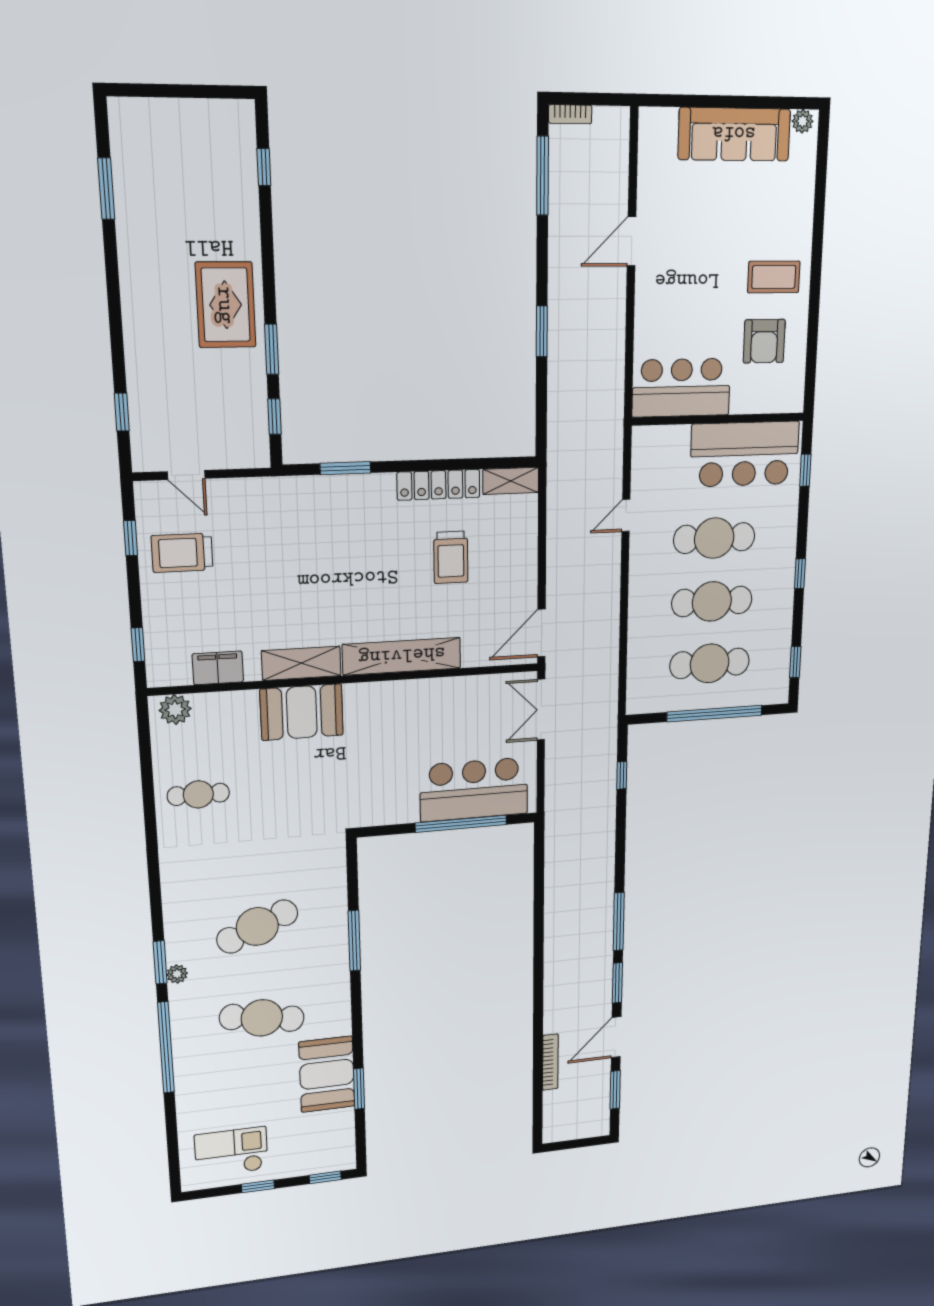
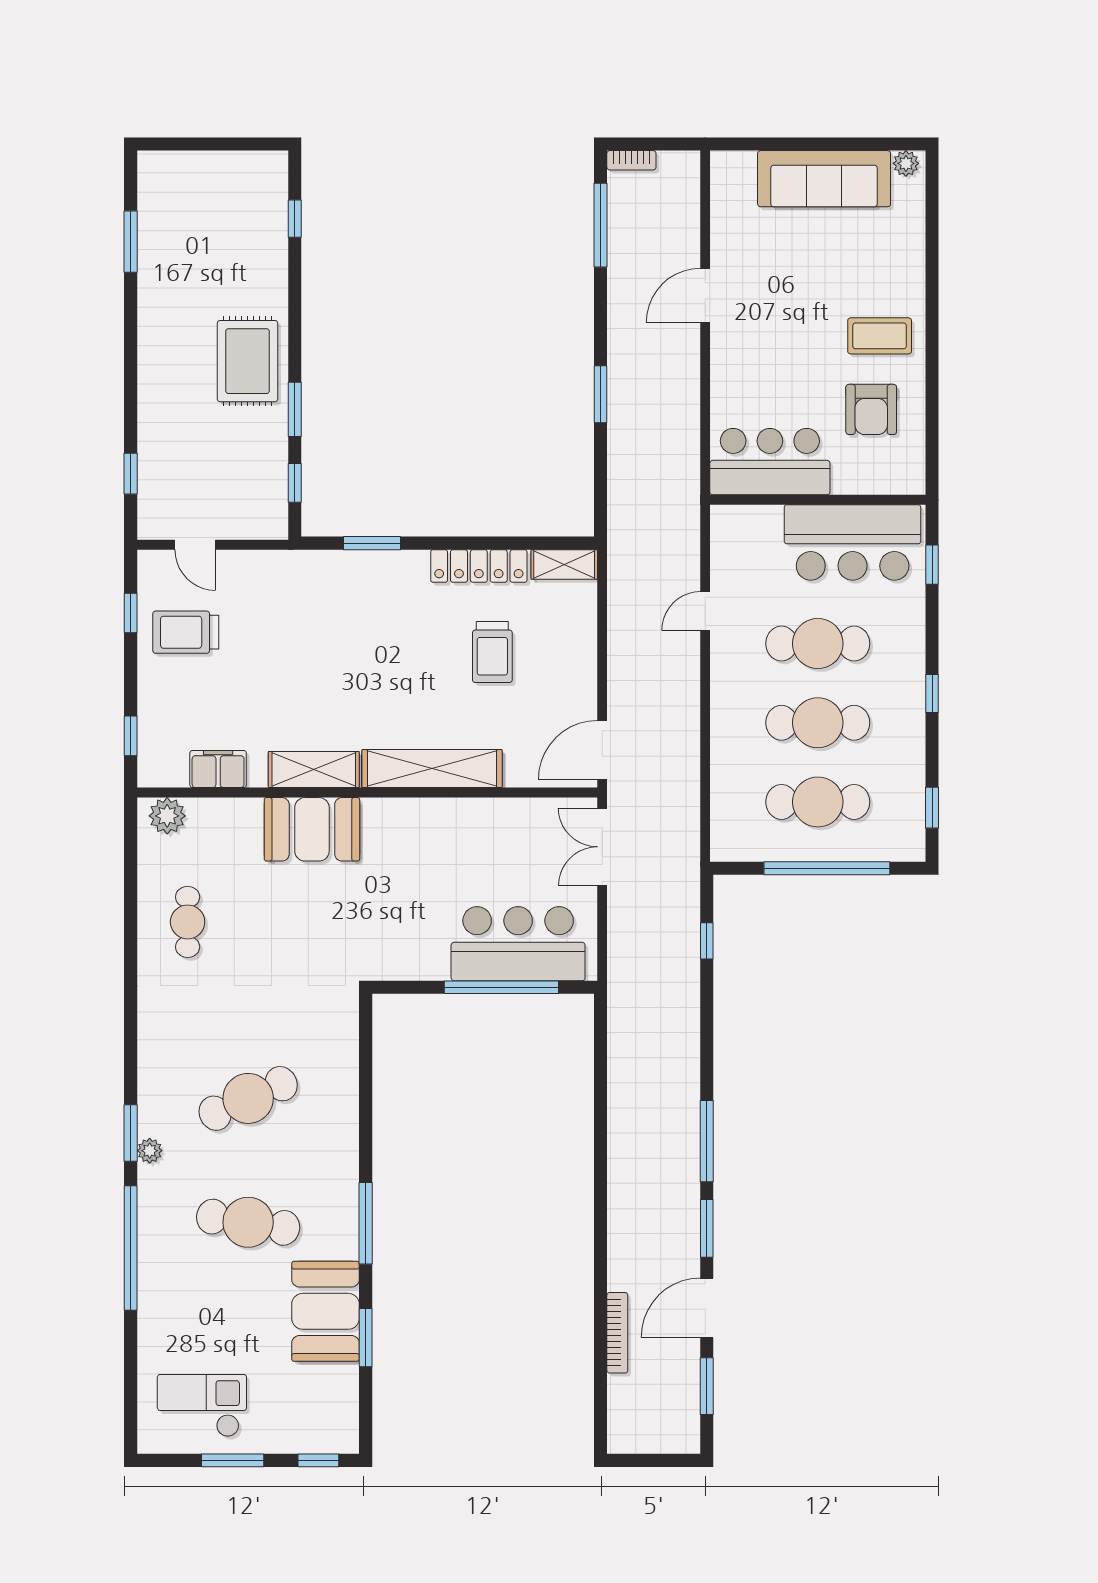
cafe table: (198, 794) -> (188, 922), turned 90
window: (354, 941) -> (366, 1223), moved
window: (258, 1186) -> (233, 1460), width x1.50

